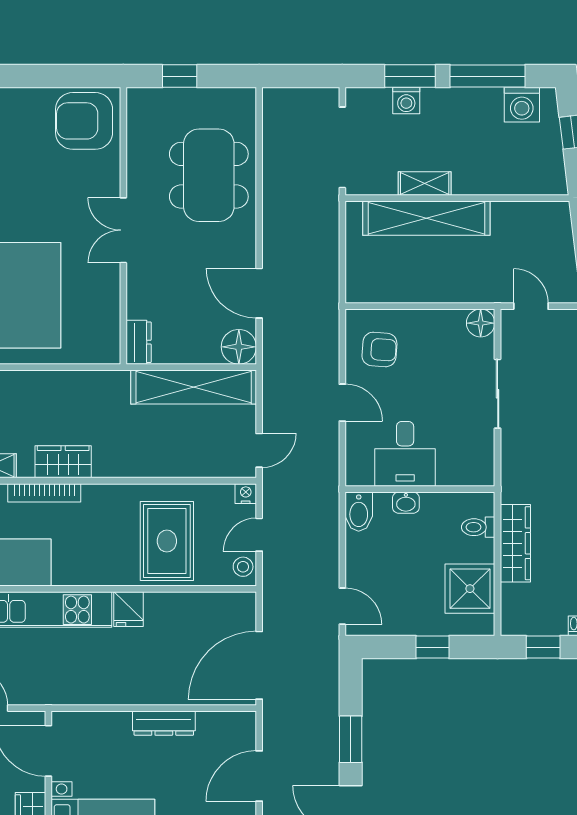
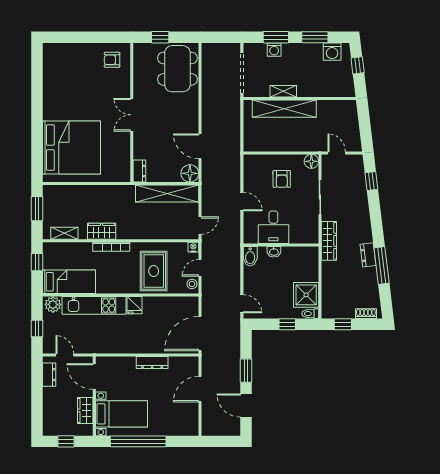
window: (487, 76) -> (315, 37), width x0.69
armchair: (84, 121) -> (112, 60), width x0.53, depth x0.53
dining table: (209, 175) -> (177, 69), moved
armchair: (379, 349) -> (282, 179), moved, turned 86
bookcase: (44, 493) -> (111, 247), moved
toilet: (478, 527) -> (310, 314), moved
wardrobe: (515, 543) -> (329, 241), moved

